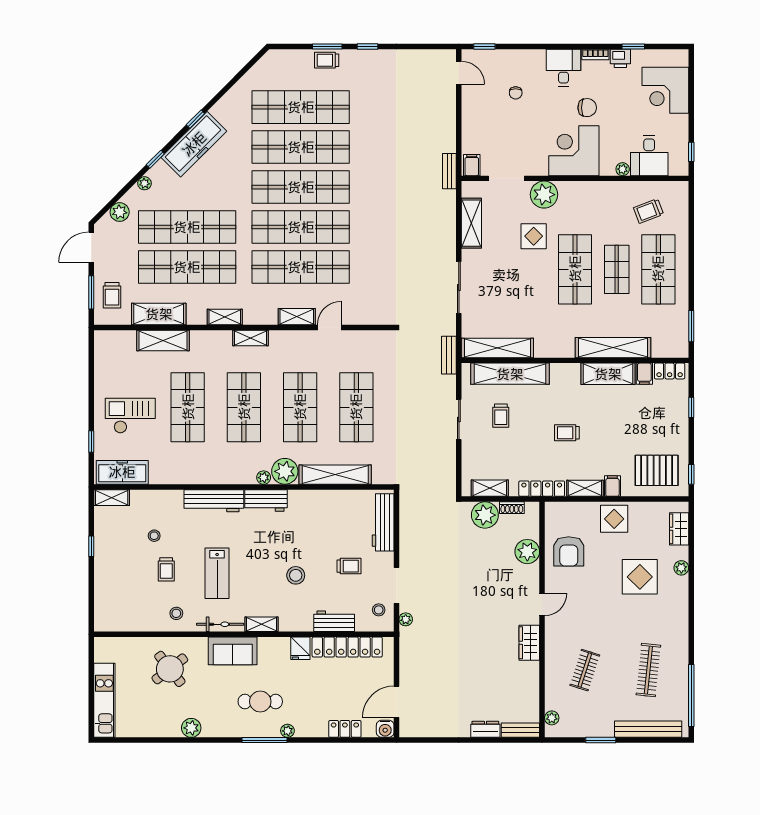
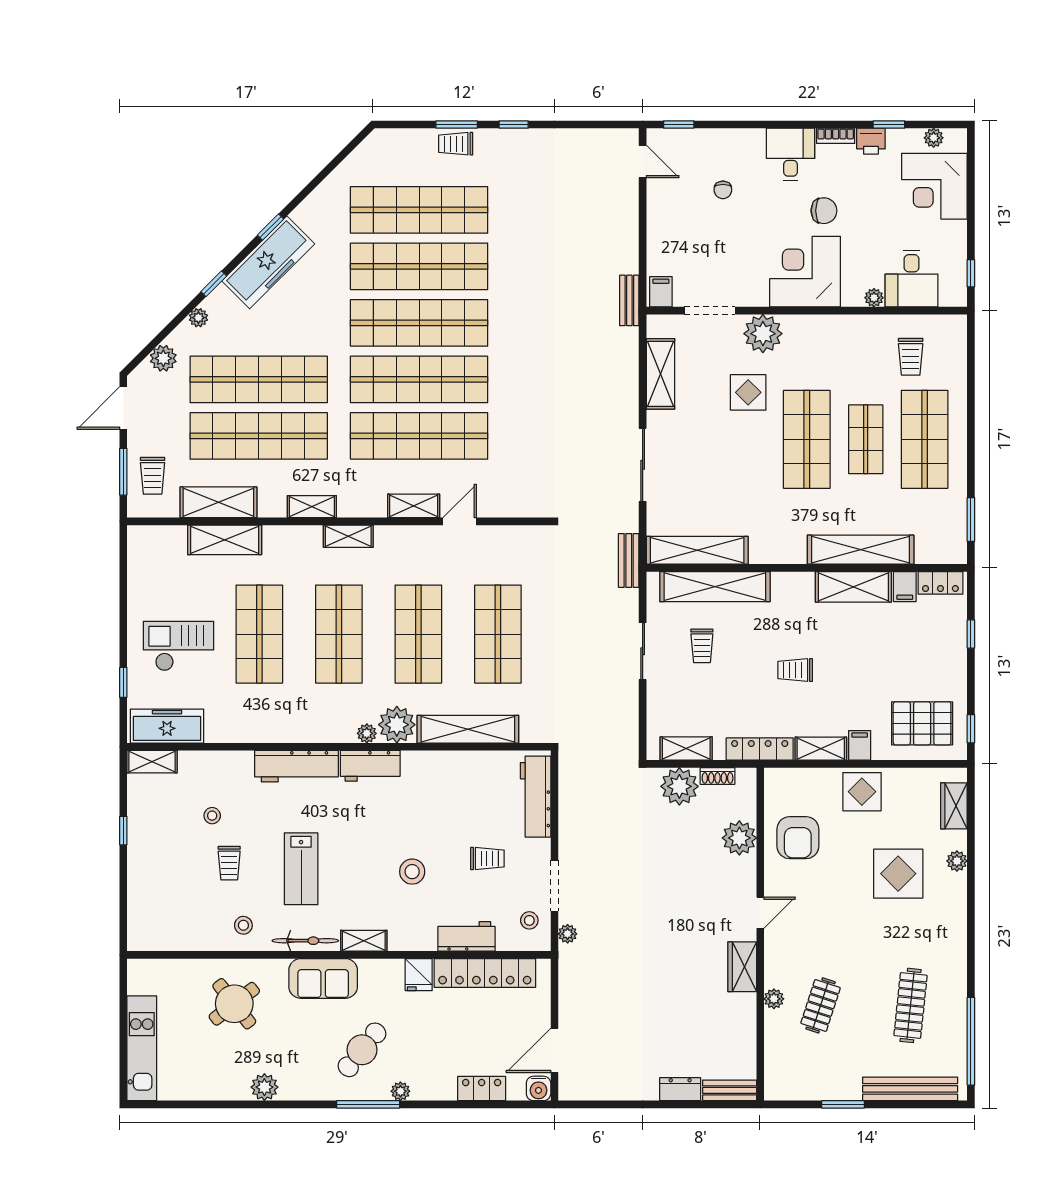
plant: (665, 56) -> (934, 138), added
trolley: (649, 211) -> (911, 357), turned -69
cafe table: (260, 701) -> (362, 1050), turned -51
plant: (552, 718) -> (774, 999), moved

